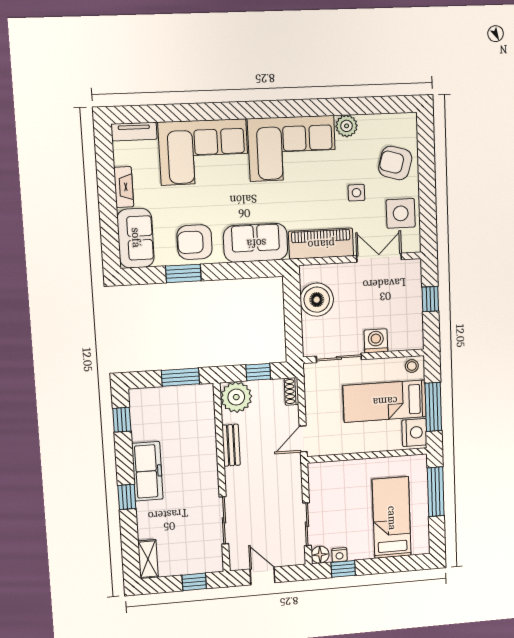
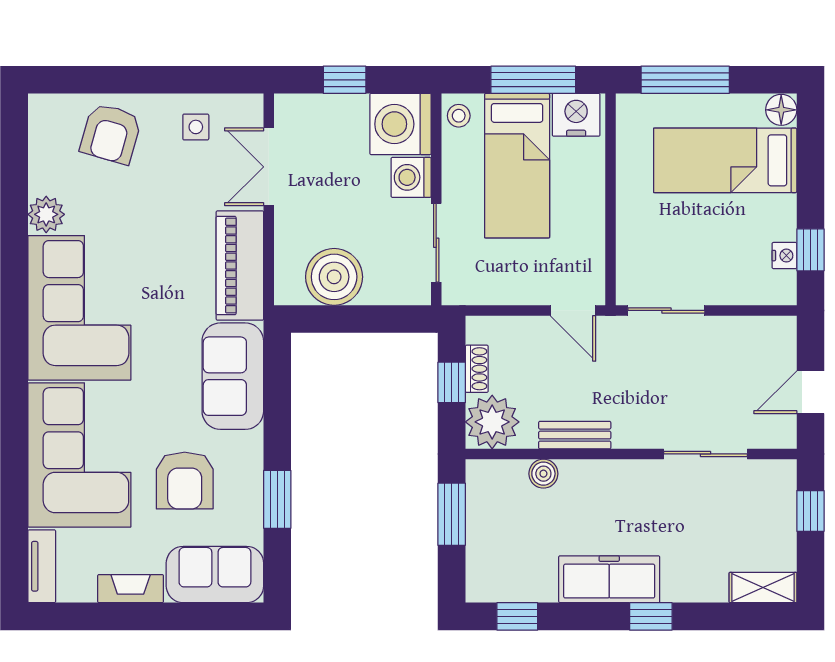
side table: (356, 193) -> (157, 202), removed
side table: (401, 213) -> (196, 127), width x0.54, depth x0.54
armchair: (195, 242) -> (185, 481), moved
washing machine: (406, 333) -> (400, 124), added
shoe rack: (291, 391) -> (477, 369), moved, turned -90
boiler: (207, 429) -> (543, 474), added
sliding door: (307, 524) -> (666, 310), moved
floor lamp: (320, 555) -> (781, 110), moved

